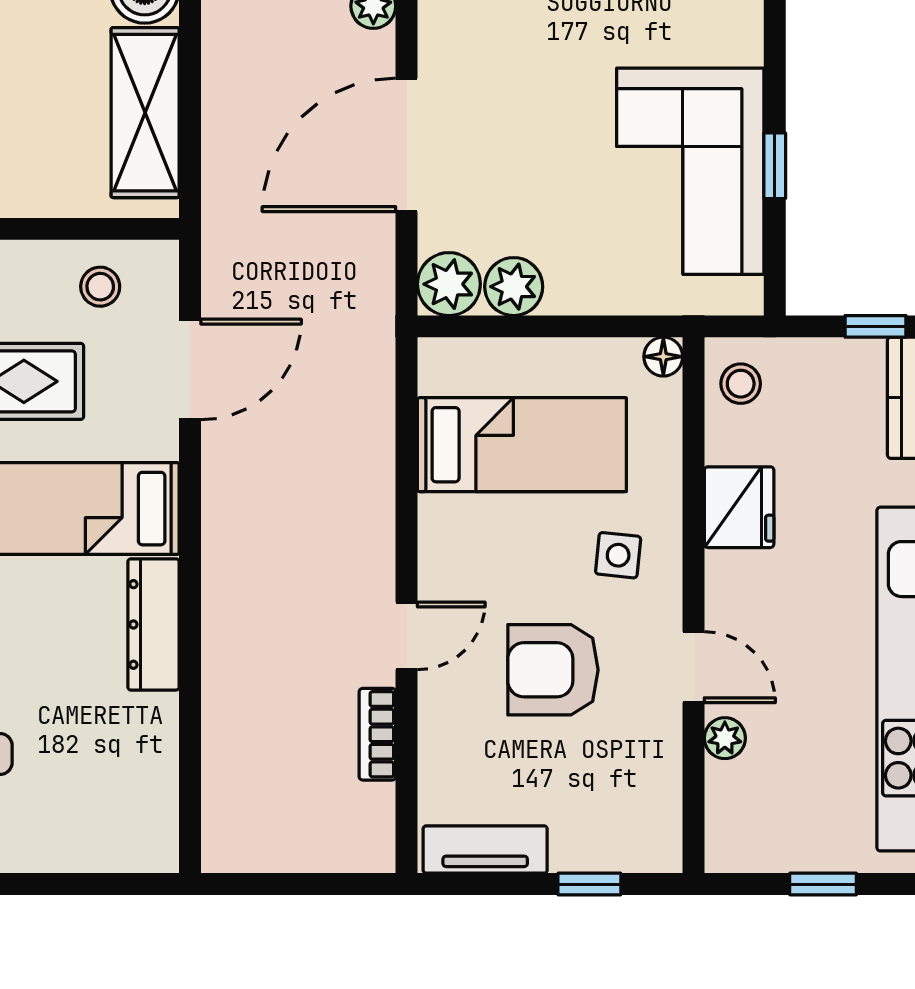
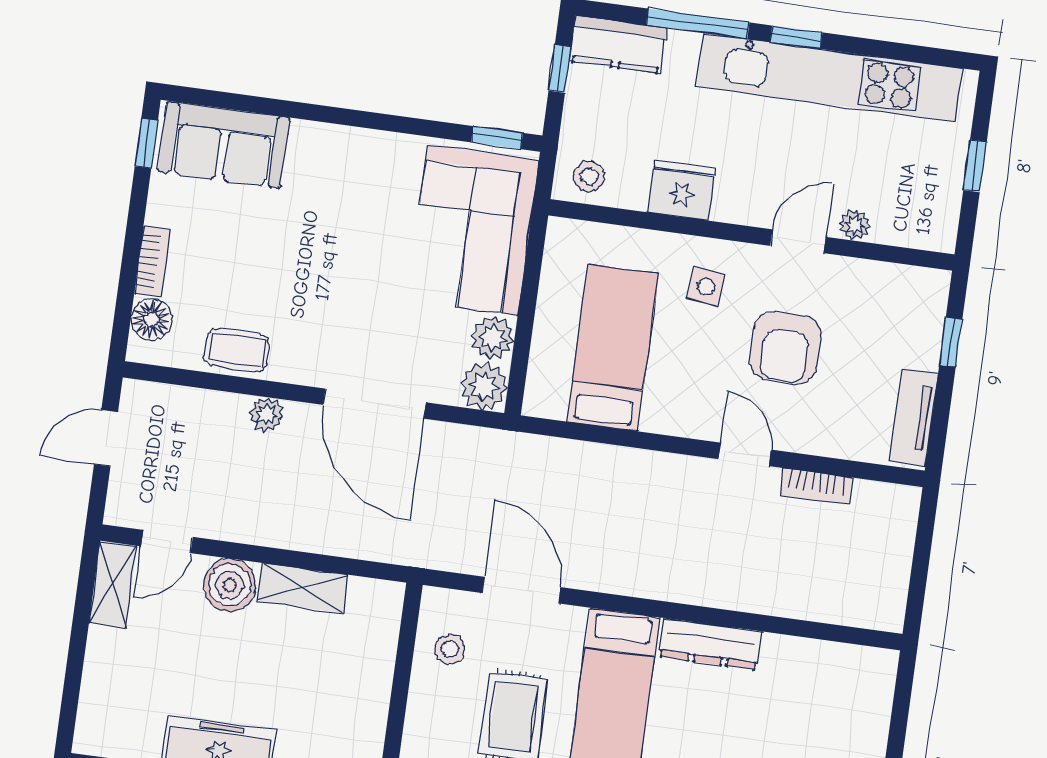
shelving: (145, 113) -> (303, 588), width x0.67, depth x0.75
window: (775, 166) -> (497, 138), moved
corner sofa: (690, 171) -> (473, 230), moved, turned 90
floor lamp: (663, 357) -> (561, 232), removed

